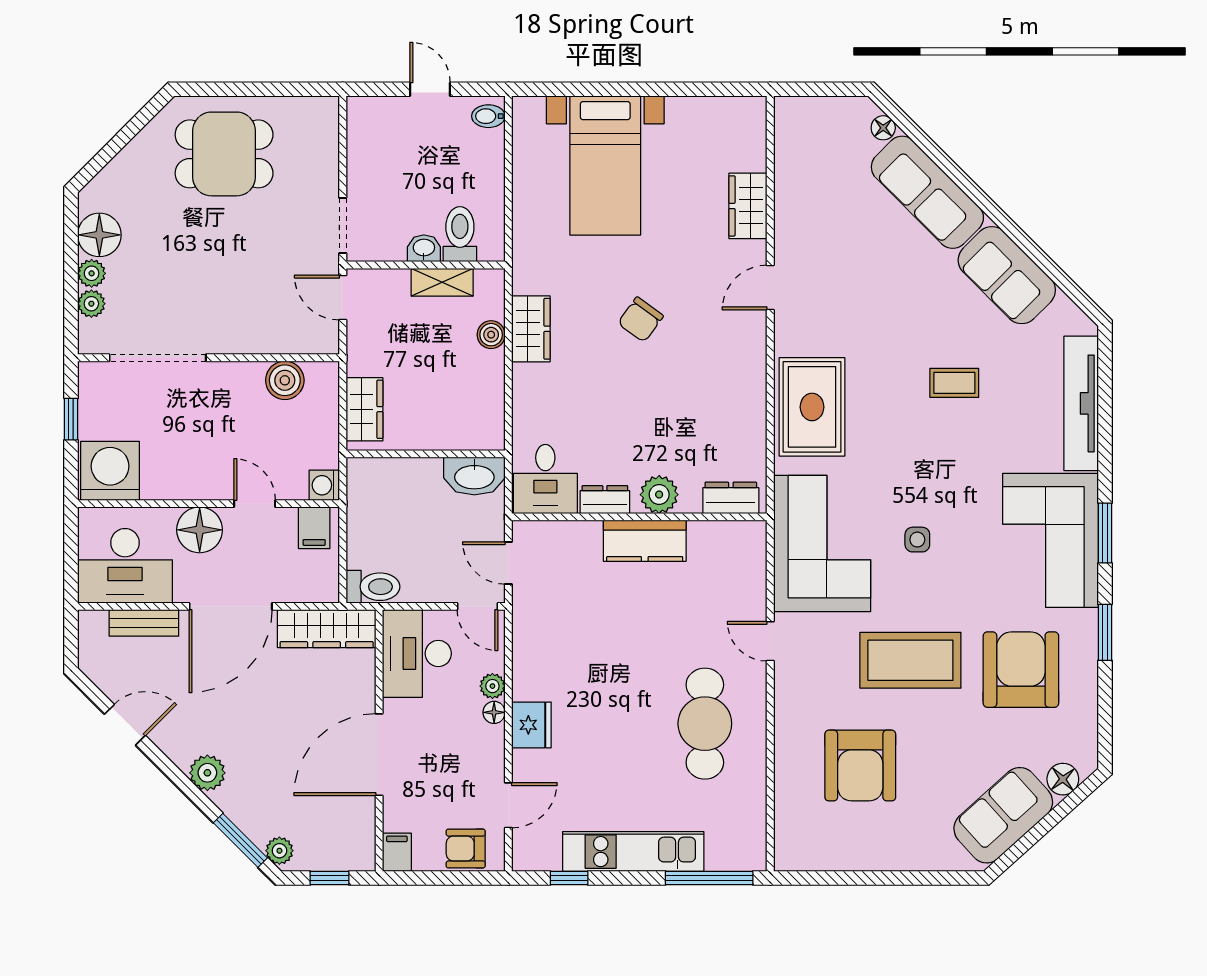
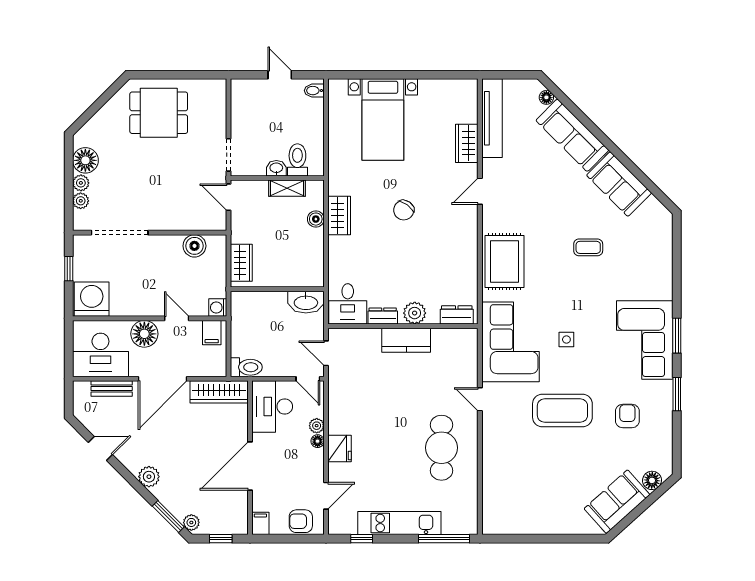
tv unit: (1081, 403) -> (492, 118), moved, turned 180
armchair: (1021, 670) -> (627, 416), width x0.53, depth x0.53
armchair: (860, 766) -> (533, 472), removed

